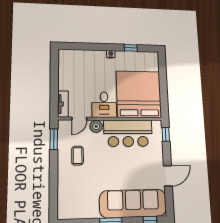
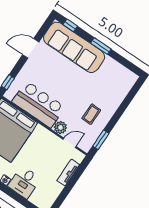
tv unit: (63, 104) -> (68, 173), moved
desk: (104, 105) -> (24, 182), moved, turned 180

